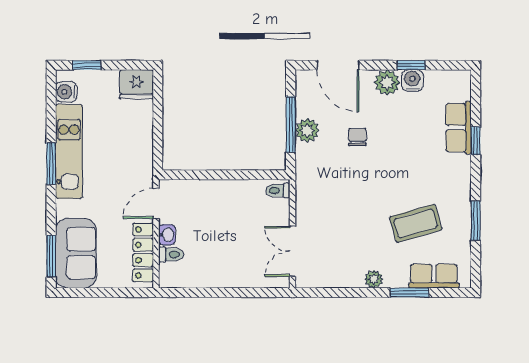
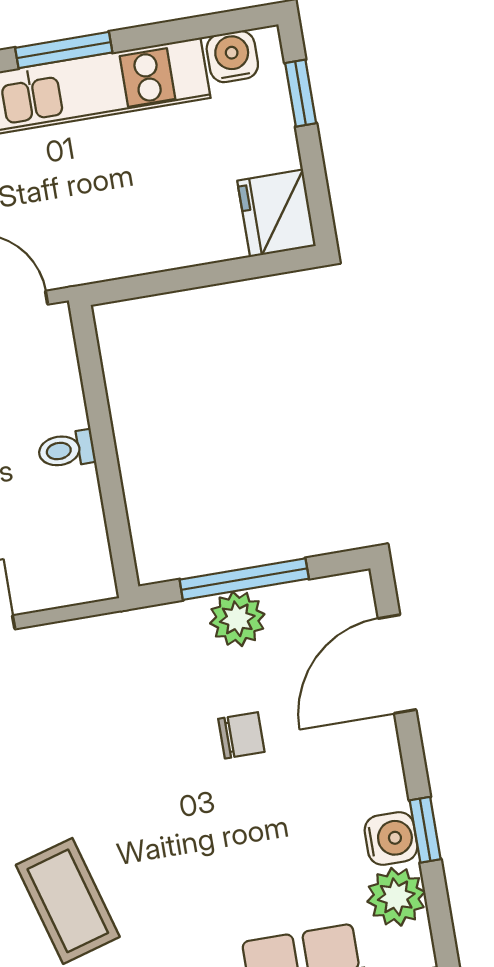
plant: (387, 82) -> (396, 897), moved
toilet: (278, 191) -> (66, 450), moved, turned -90

